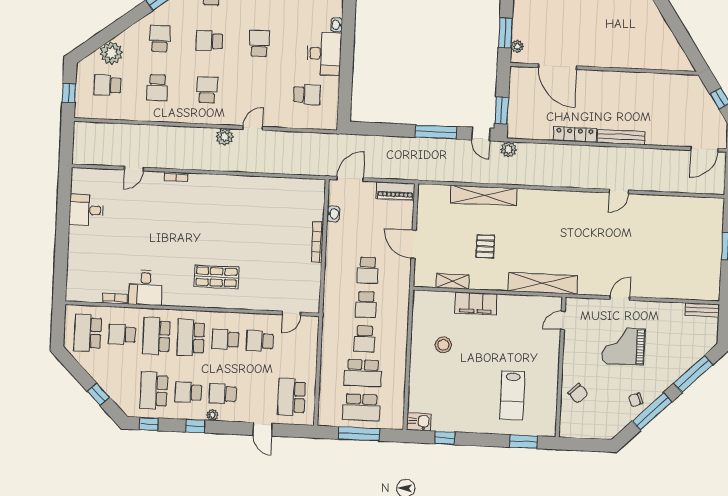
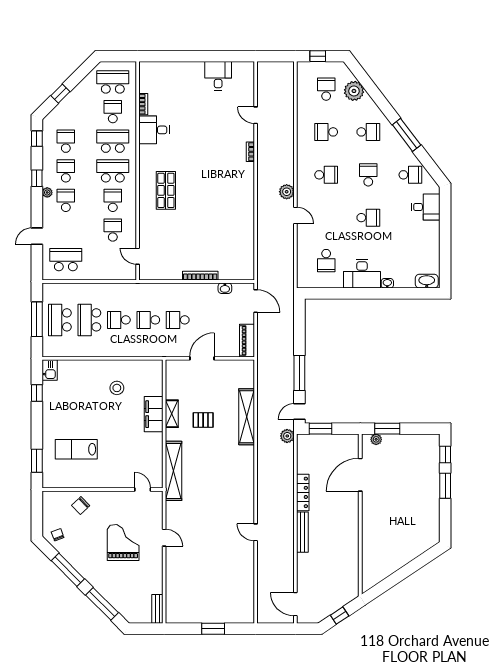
shelving: (453, 281) -> (172, 414), moved
school desk: (154, 391) -> (66, 141), width x0.54
chair: (636, 400) -> (58, 535), moved

